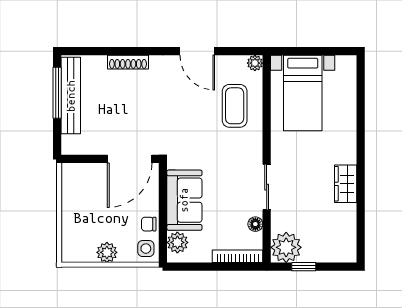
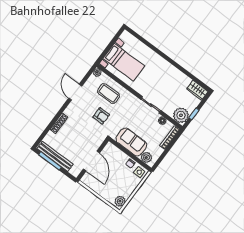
door: (197, 51) -> (75, 92), swing flipped
armchair: (190, 121) -> (101, 116), added
door: (130, 159) -> (91, 161), moved
wardrobe: (346, 184) -> (197, 90), moved
plant: (107, 252) -> (120, 201), moved

